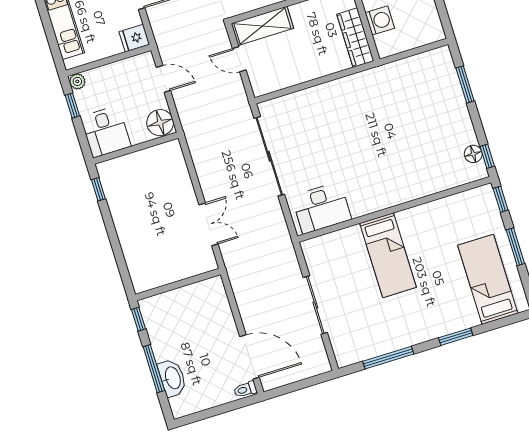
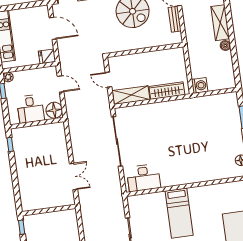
washing machine: (380, 20) -> (200, 85), moved
shelving: (262, 26) -> (131, 95), moved
wardrobe: (355, 38) -> (167, 91), moved, turned 90
desk: (106, 132) -> (30, 109), moved

